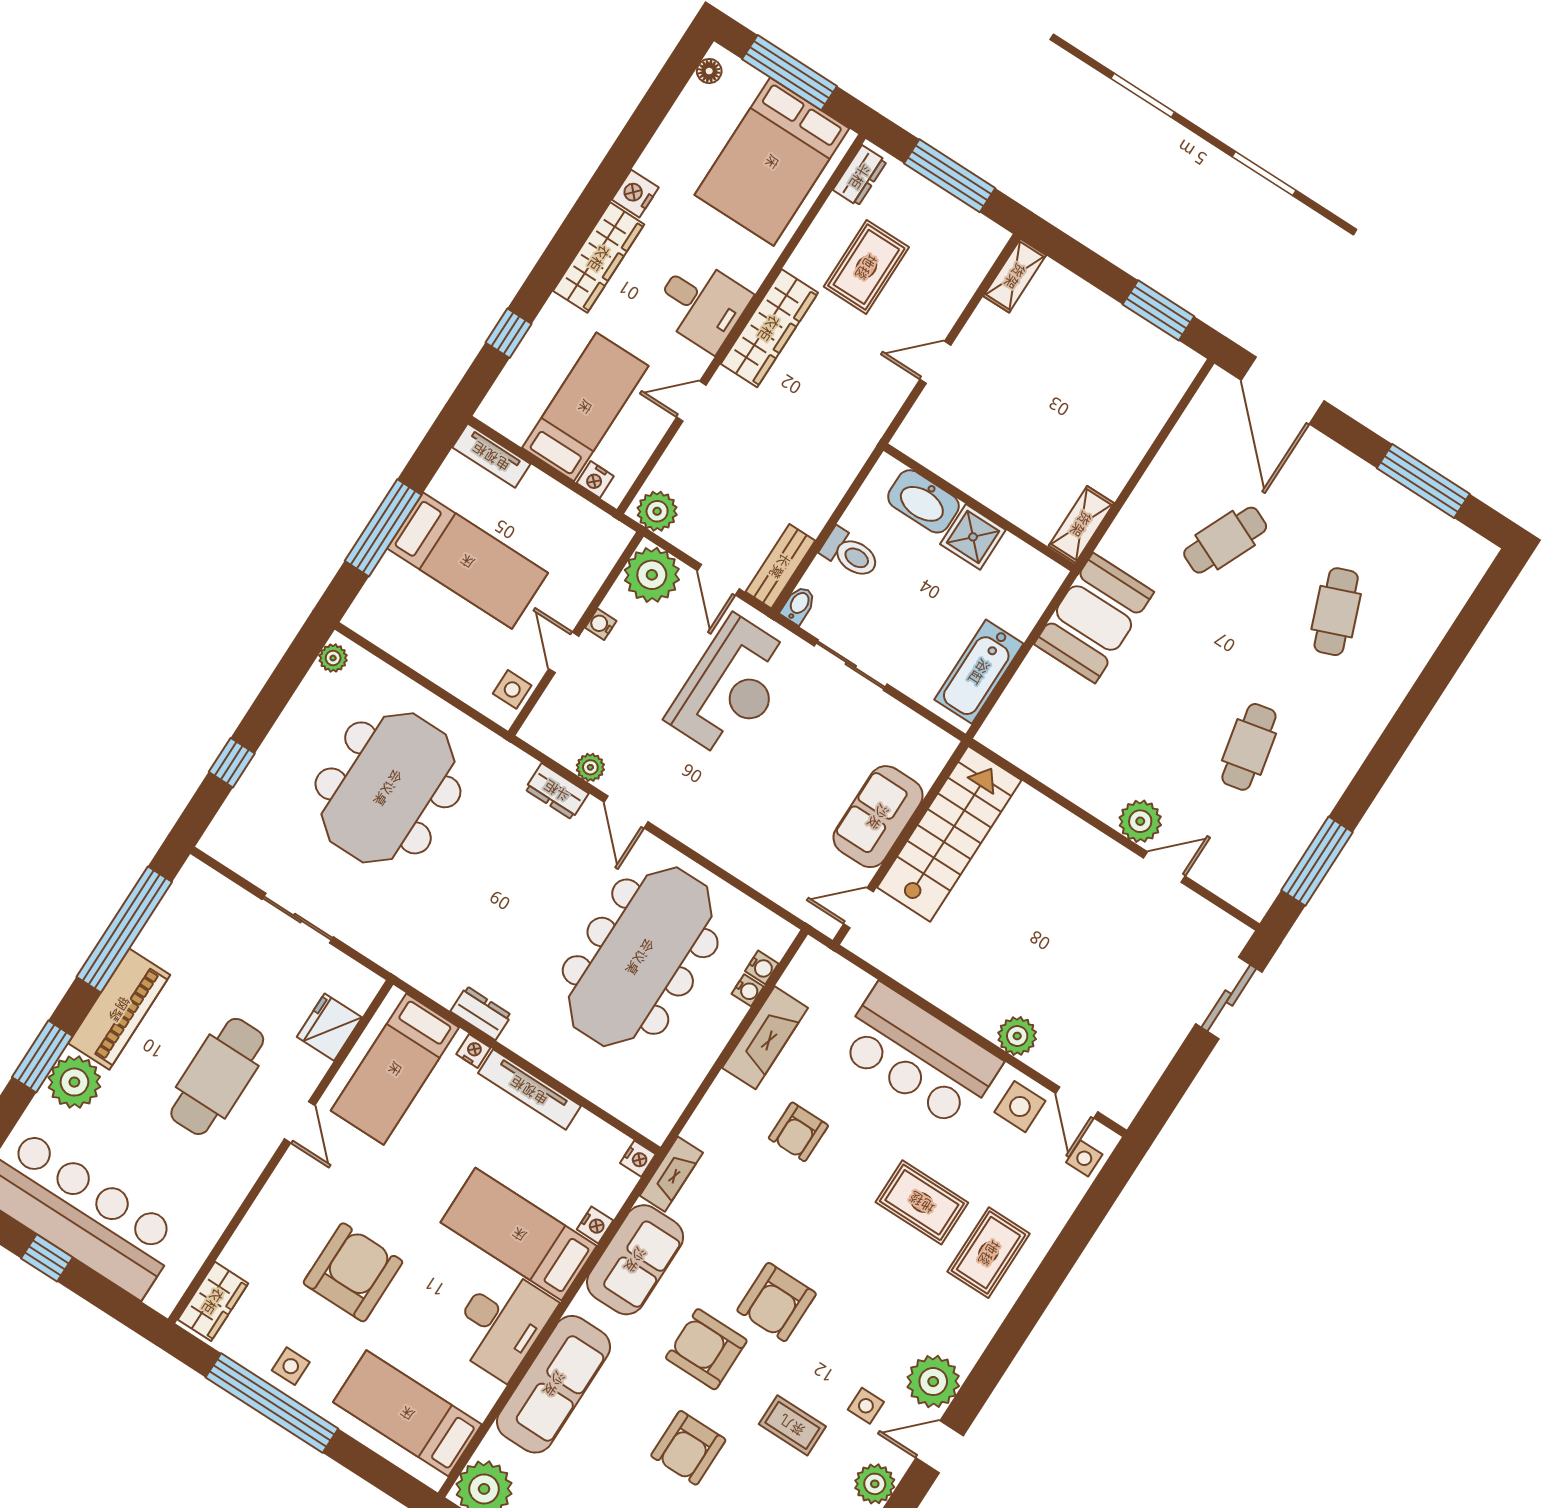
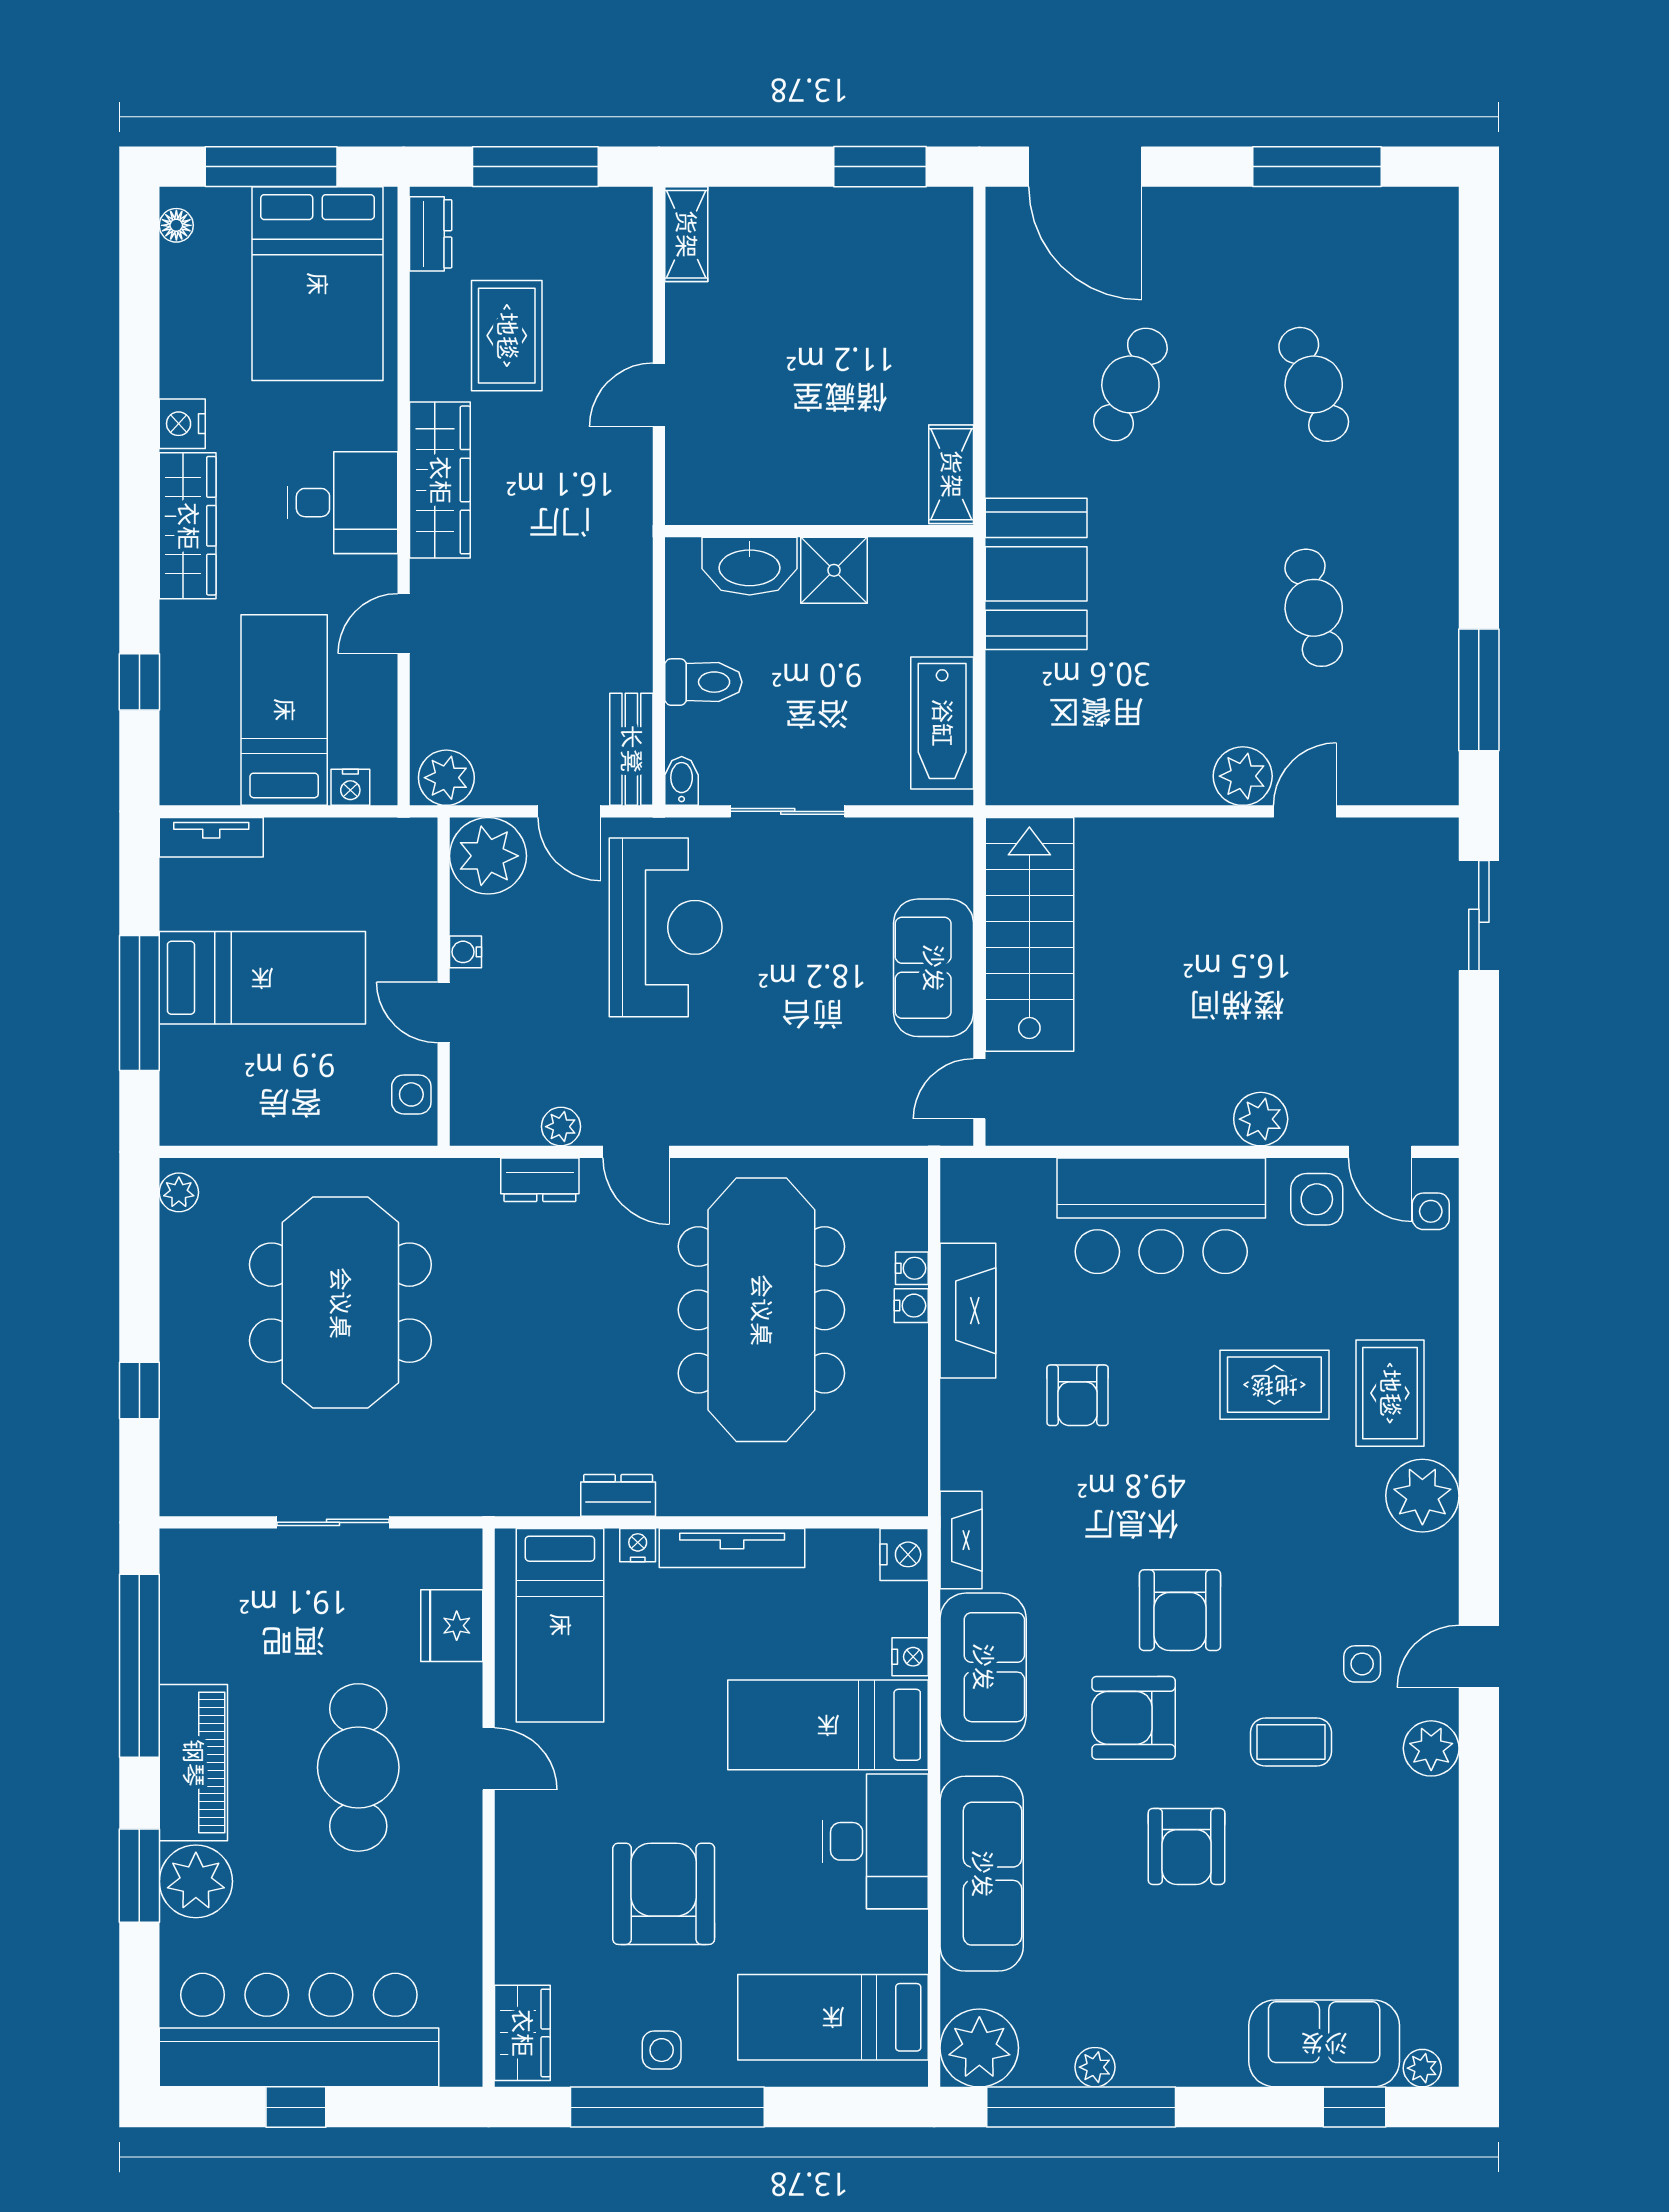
water cooler: (762, 967) -> (911, 1306), moved
nightstand: (638, 1159) -> (904, 1554), width x1.39, depth x1.35
plant: (933, 1382) -> (1422, 1496), moved

